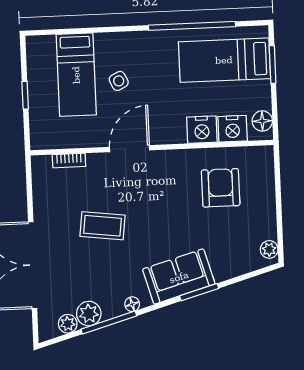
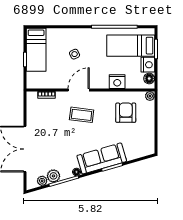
bed: (76, 75) -> (36, 50), moved
nightstand: (233, 129) -> (148, 65), moved, turned -90
coffee table: (103, 226) -> (82, 115), moved
plant: (269, 249) -> (150, 96), moved
sofa: (179, 277) -> (102, 158), width x1.36

